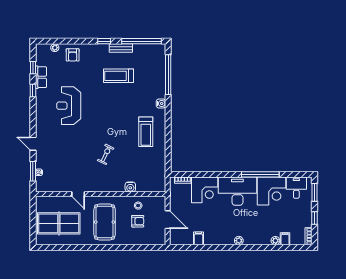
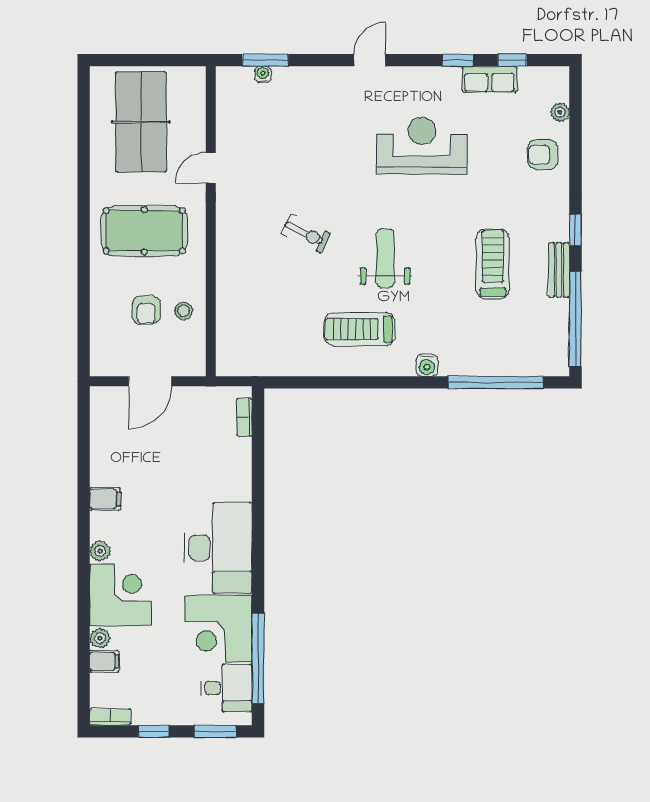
weight bench: (116, 121) -> (385, 258), added
door: (33, 144) -> (370, 60), moved
window: (260, 174) -> (258, 658), moved
water cooler: (130, 187) -> (228, 292), removed
corner desk: (205, 190) -> (121, 595), moved, turned 180
filing cabinet: (199, 238) -> (105, 499), moved

